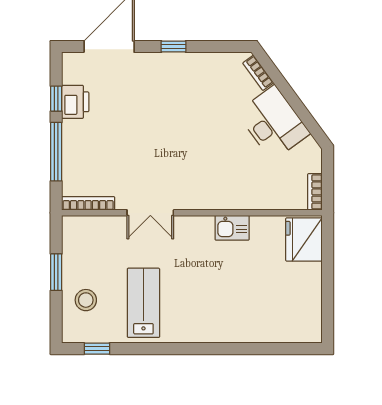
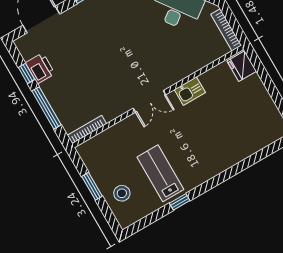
bookcase: (315, 192) -> (226, 30), width x1.56
double door: (150, 213) -> (149, 101), moved
fridge: (304, 239) -> (242, 66), width x0.73, depth x0.75
window: (97, 349) -> (180, 202), moved

